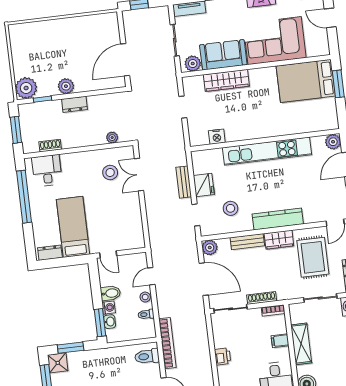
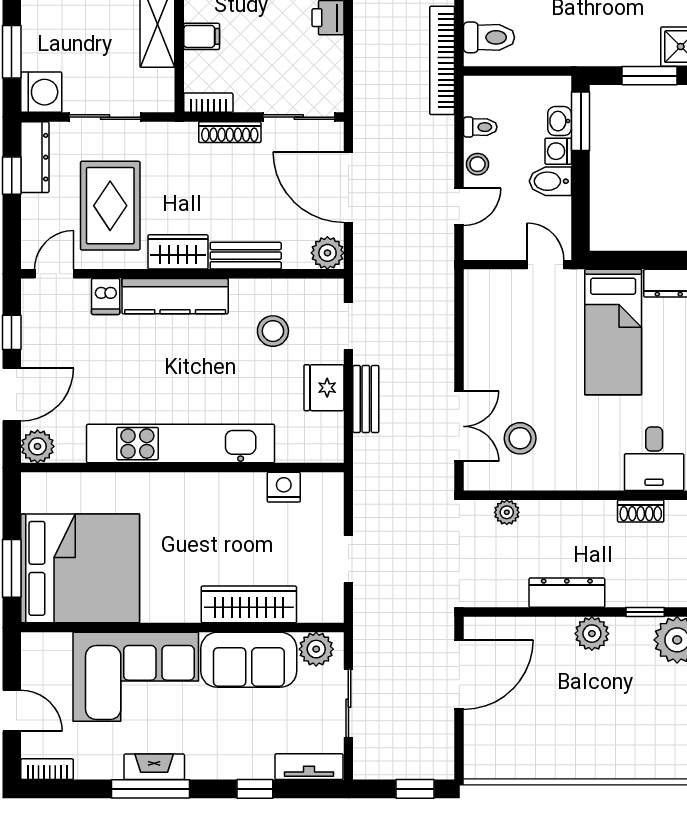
bed: (306, 81) -> (80, 568), width x1.36
dresser: (75, 104) -> (567, 593), width x1.44
dishwasher: (310, 215) -> (106, 296), added

